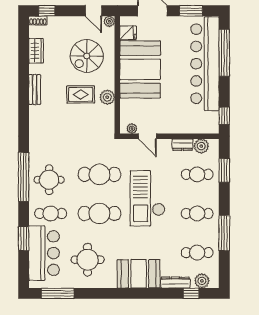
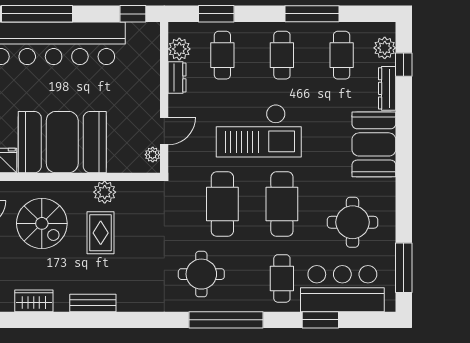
round table: (49, 180) -> (201, 274), moved

